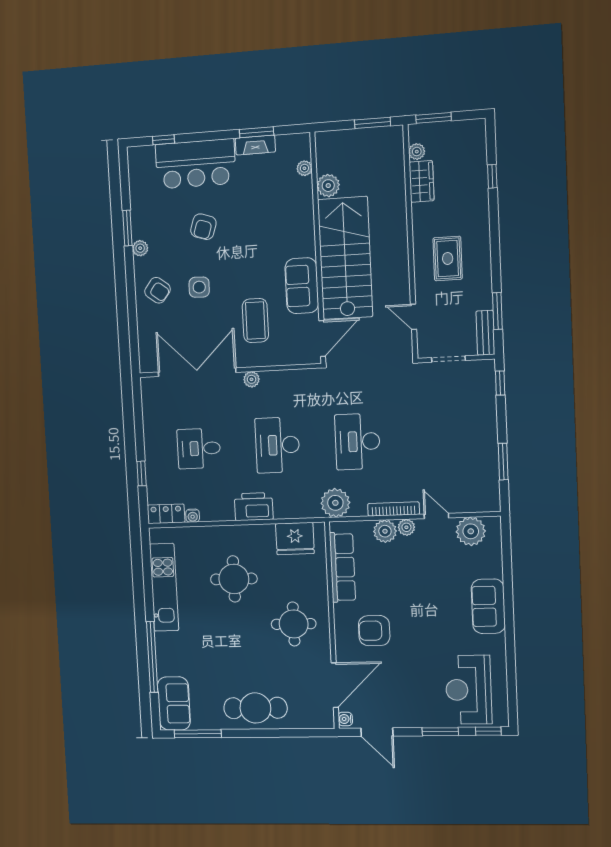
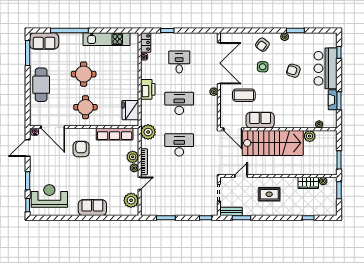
round table: (234, 579) -> (84, 74), moved

